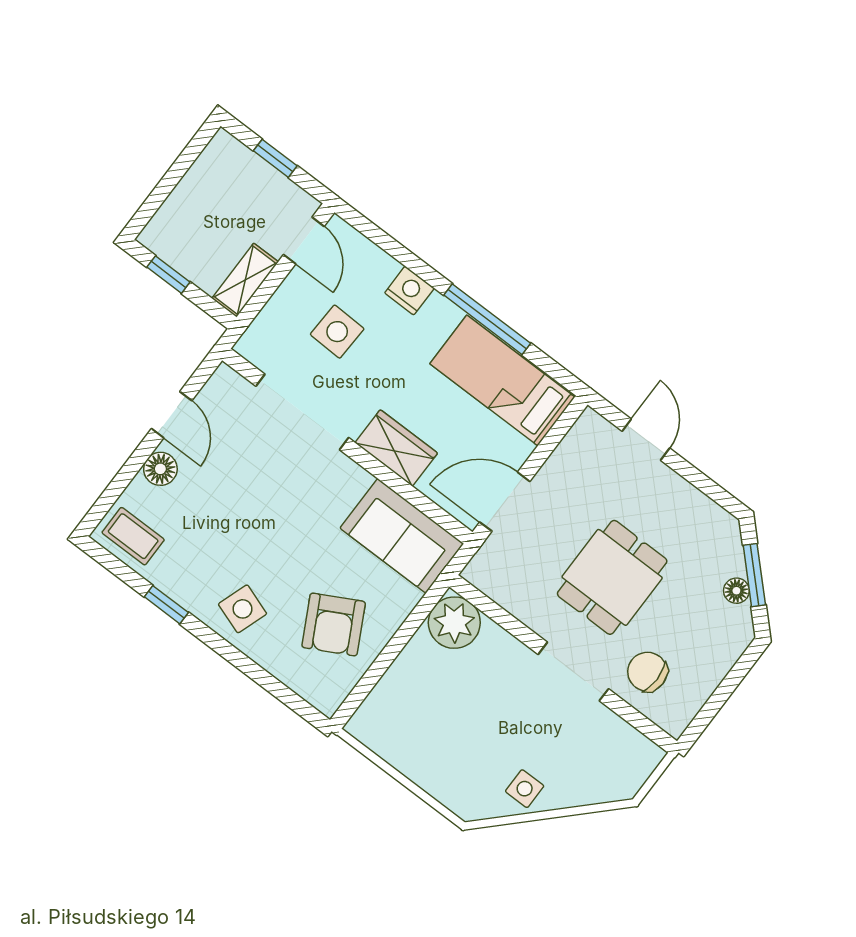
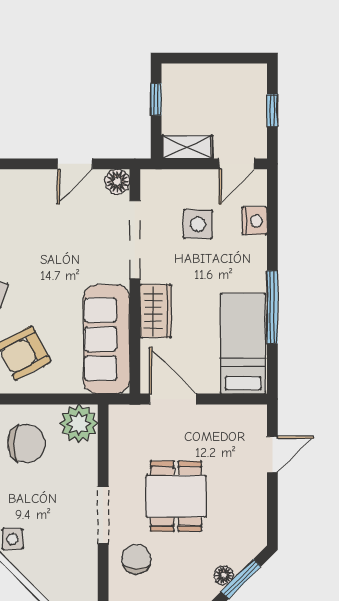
nightstand: (409, 291) -> (254, 221), moved
floor lamp: (160, 469) -> (117, 181), moved
sofa: (402, 536) -> (106, 339), width x1.36
dining table: (612, 577) -> (176, 496), turned 90
chair: (433, 696) -> (26, 444), added

